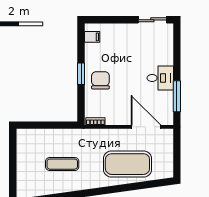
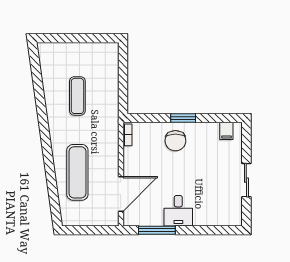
sliding door: (152, 20) -> (246, 180), moved
chair: (100, 80) -> (175, 141), turned 90
exercise mat: (127, 164) -> (77, 172), width x0.68

